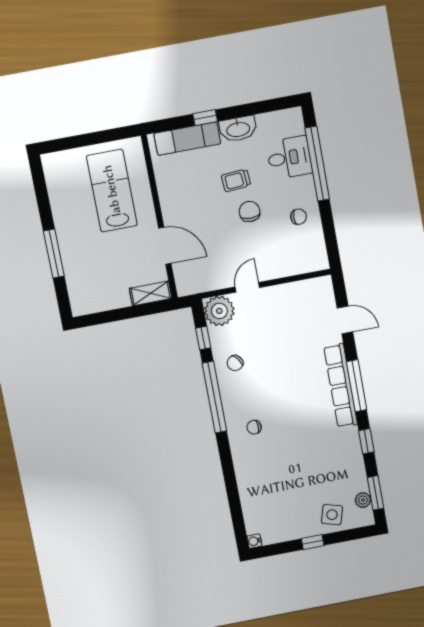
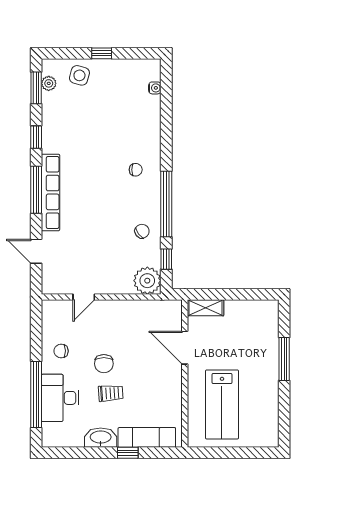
desk: (289, 158) -> (60, 398), width x1.37
door: (247, 287) -> (84, 297), moved
water cooler: (254, 541) -> (155, 88), moved

